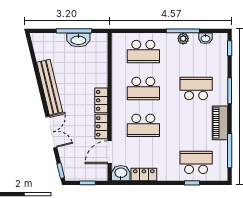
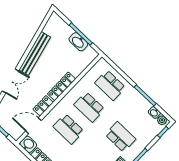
plant: (183, 39) -> (162, 120), moved
locker: (101, 100) -> (62, 86), width x1.53

